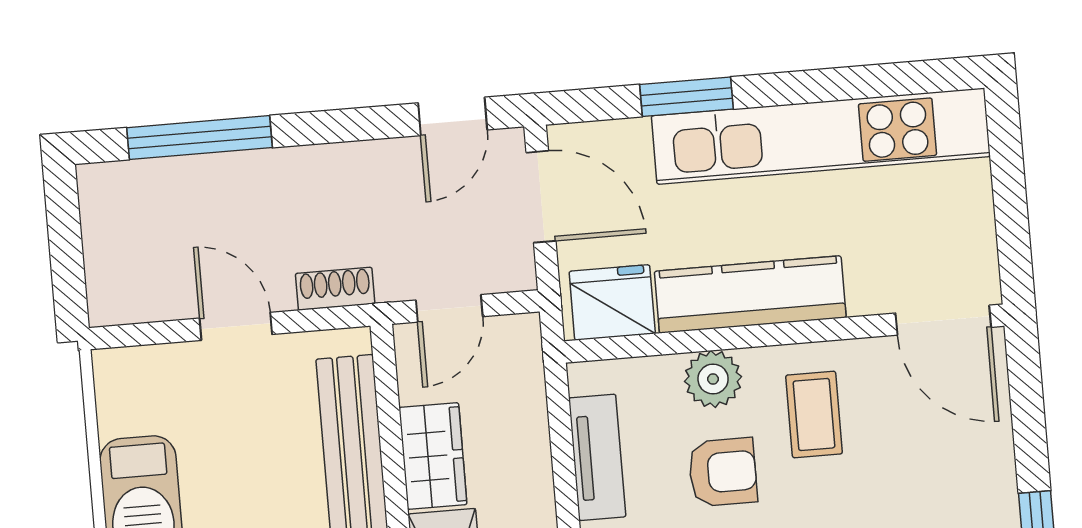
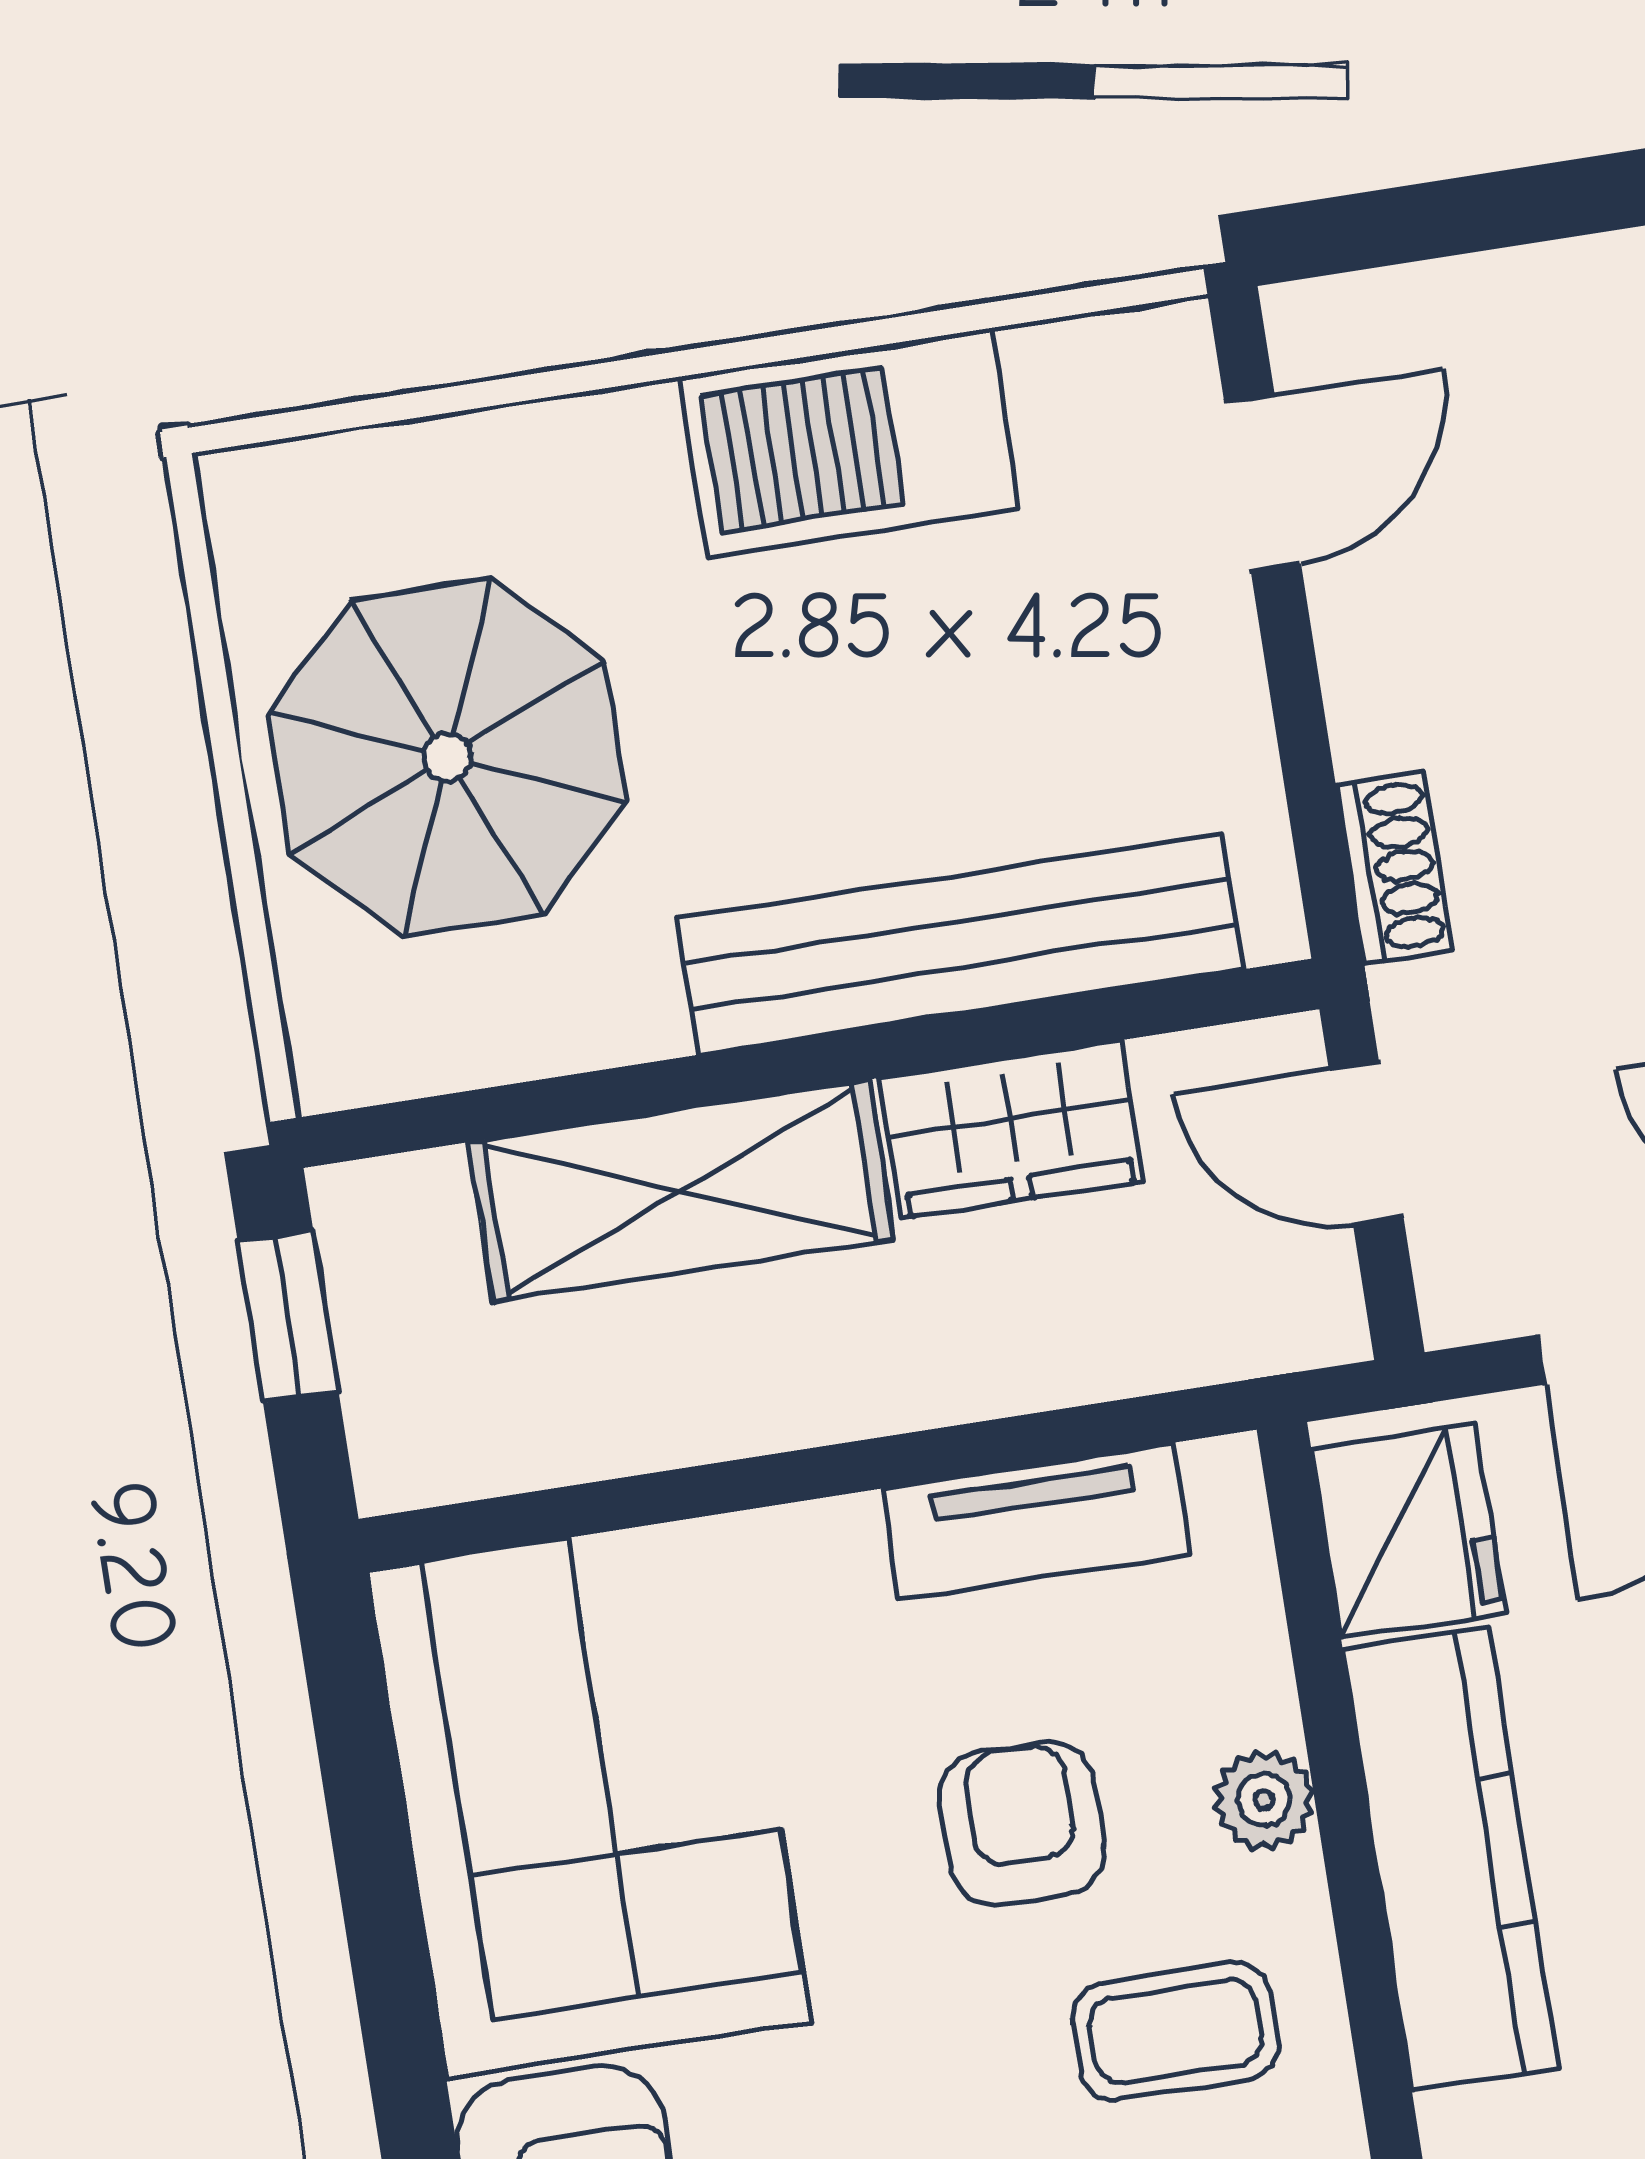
door: (236, 326) -> (1263, 483), moved
plant: (713, 379) -> (1264, 1800), width x0.73, depth x0.73
armchair: (723, 472) -> (1022, 1823), turned 180

